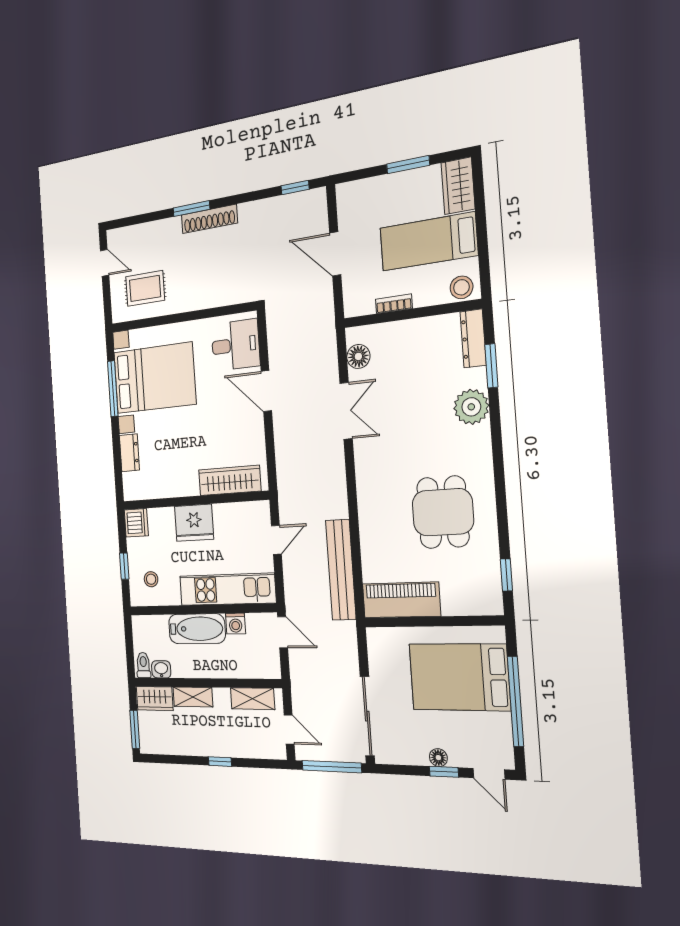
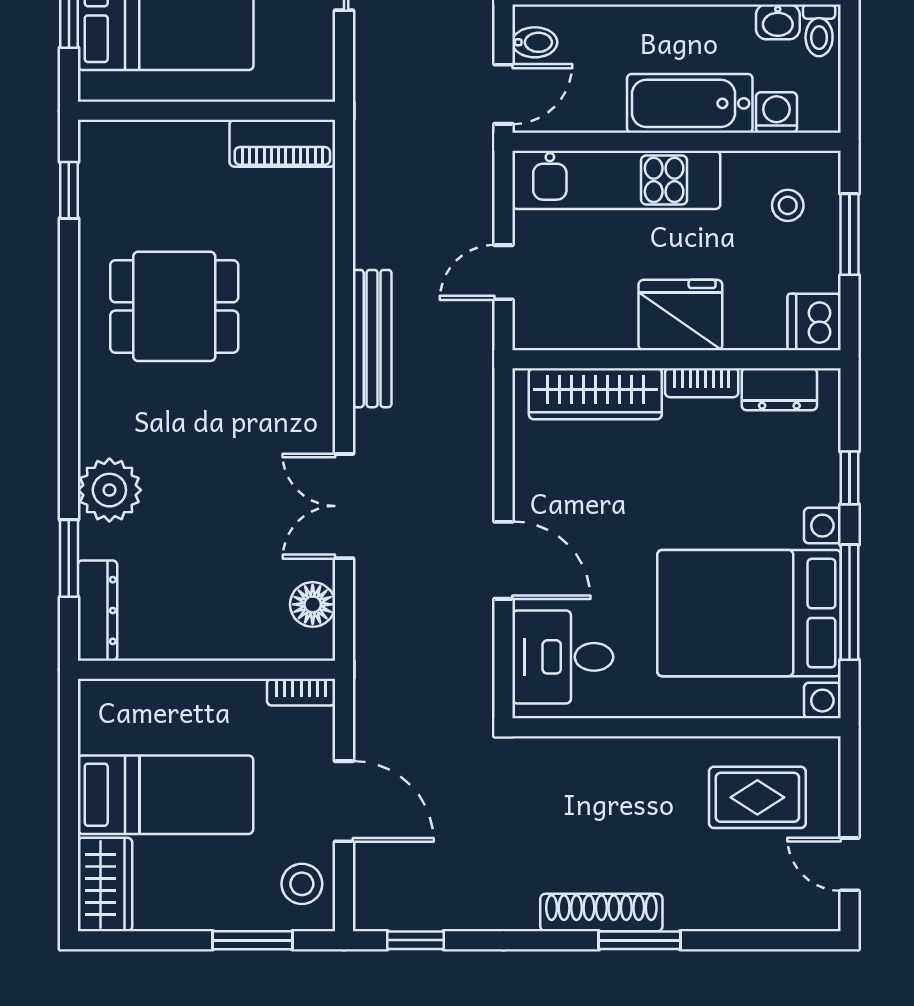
window: (408, 165) -> (252, 940), moved
stool: (461, 287) -> (302, 884), moved
bookcase: (394, 304) -> (301, 692), moved
window: (117, 448) -> (850, 478), added
dresser: (129, 453) -> (779, 389), moved, turned -90
bookcase: (182, 490) -> (702, 383), added
dining table: (443, 512) -> (174, 306), turned 90
window: (124, 566) -> (850, 234), width x1.50
bench: (341, 570) -> (372, 339), moved, width x0.73, depth x0.82
piano: (401, 600) -> (282, 143), width x0.73, depth x0.75
washing machine: (236, 624) -> (776, 113), moved
door: (283, 632) -> (504, 94), swing flipped
bidet: (270, 659) -> (535, 42), added

